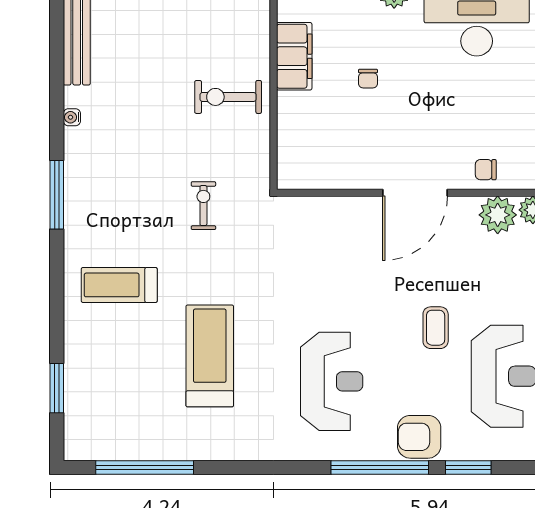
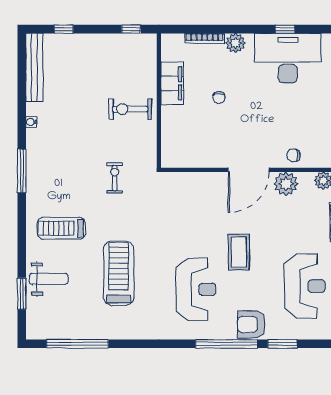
plant: (498, 215) -> (286, 184), moved
coffee table: (436, 328) -> (239, 252), moved, width x1.36, depth x1.30
weight bench: (99, 365) -> (49, 279), added

